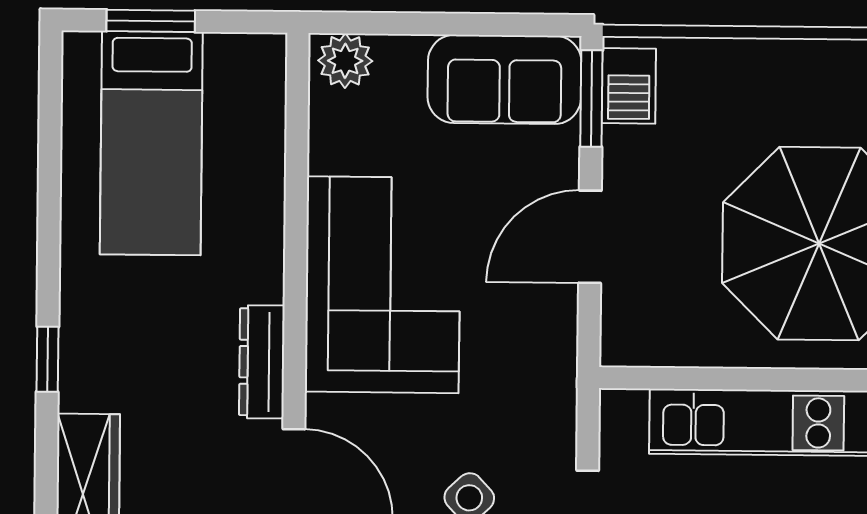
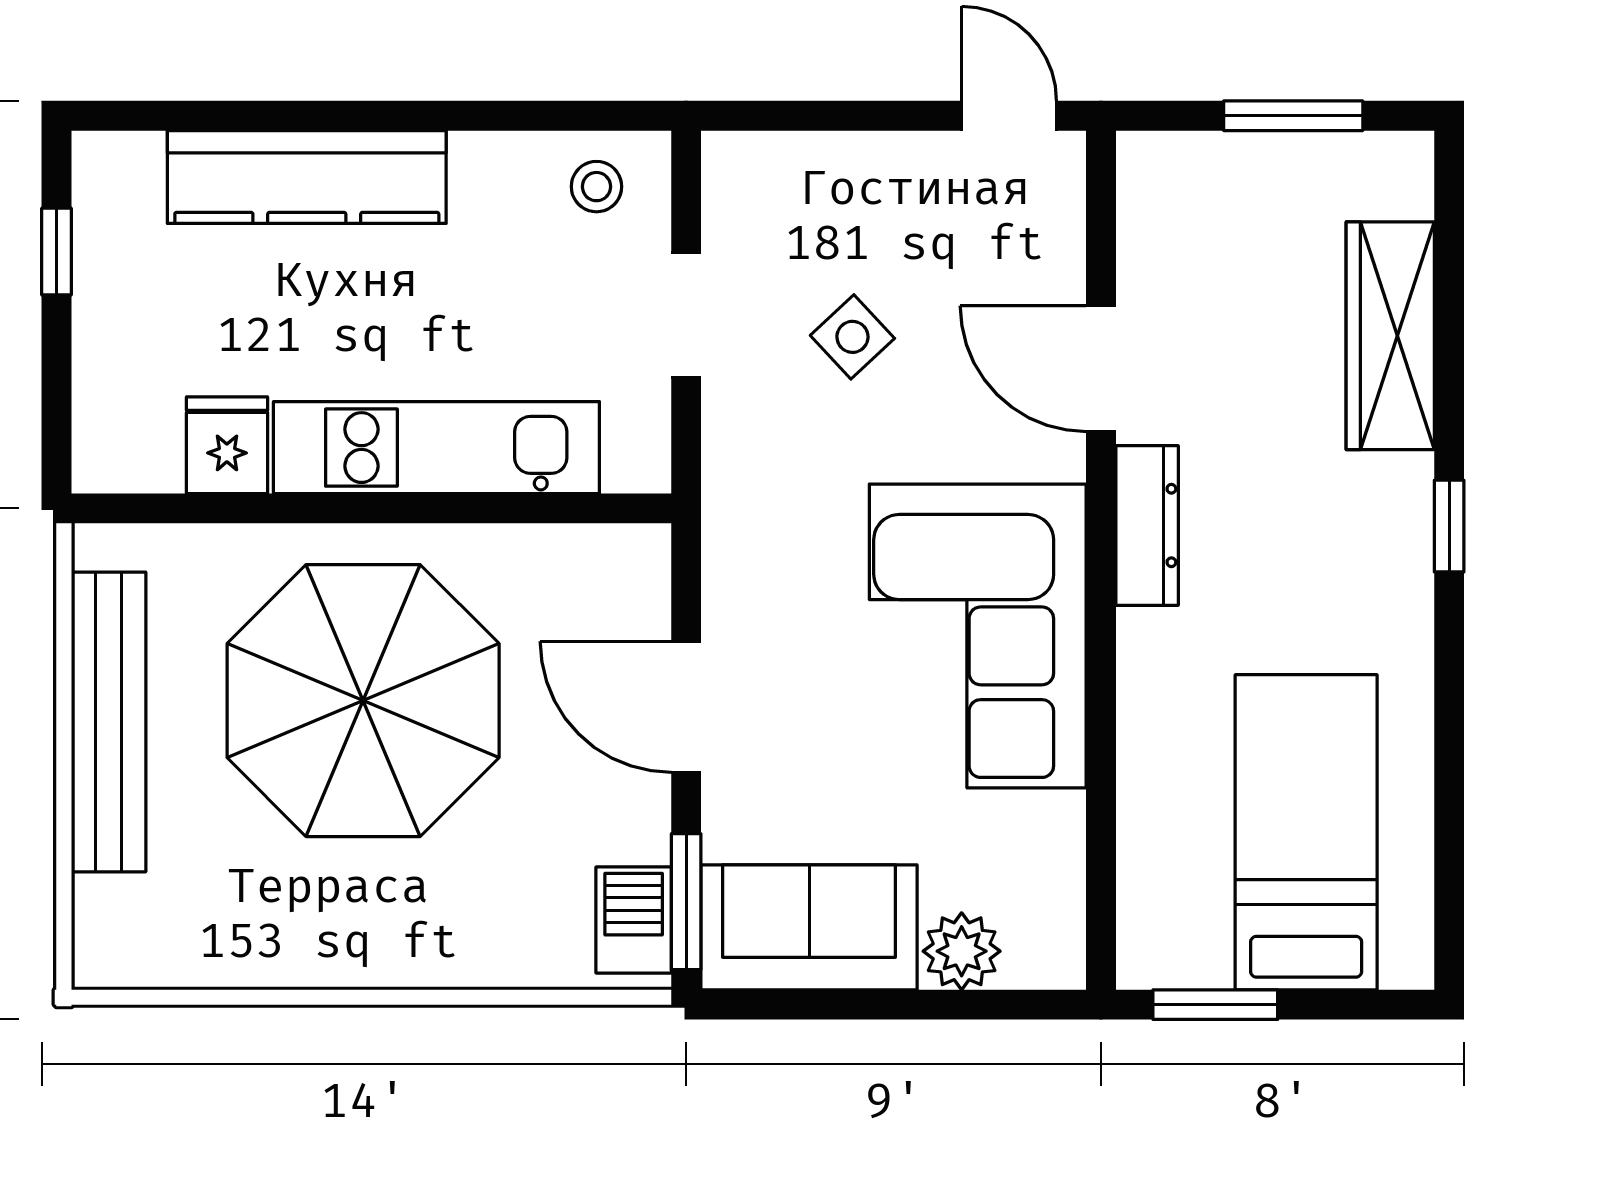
window: (151, 21) -> (1215, 1005), moved
plant: (345, 61) -> (962, 951), moved
door: (590, 237) -> (686, 707), swing flipped

